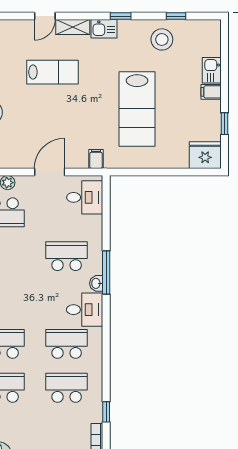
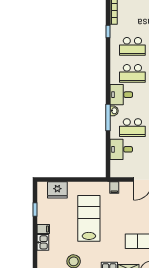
fridge: (205, 155) -> (57, 190), moved
desk: (85, 197) -> (121, 149), moved

